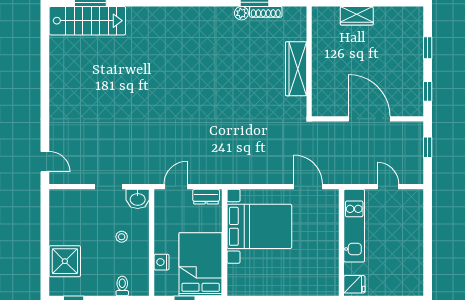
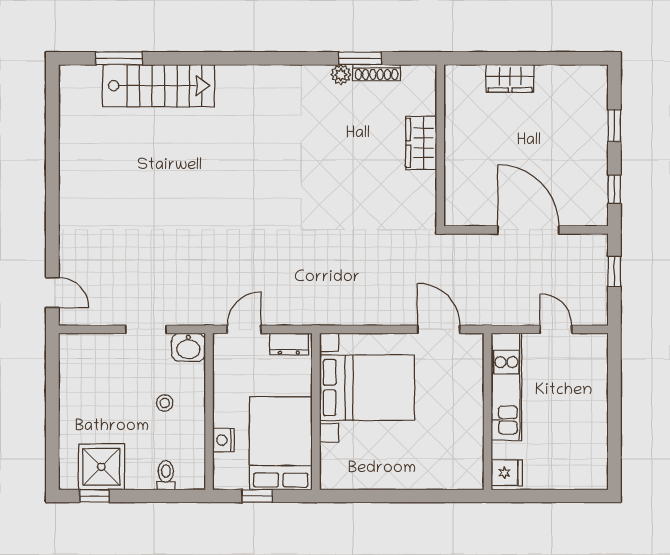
stairs: (87, 21) -> (158, 86), moved
wardrobe: (296, 69) -> (421, 143), width x0.67
shower: (65, 261) -> (101, 467), moved

